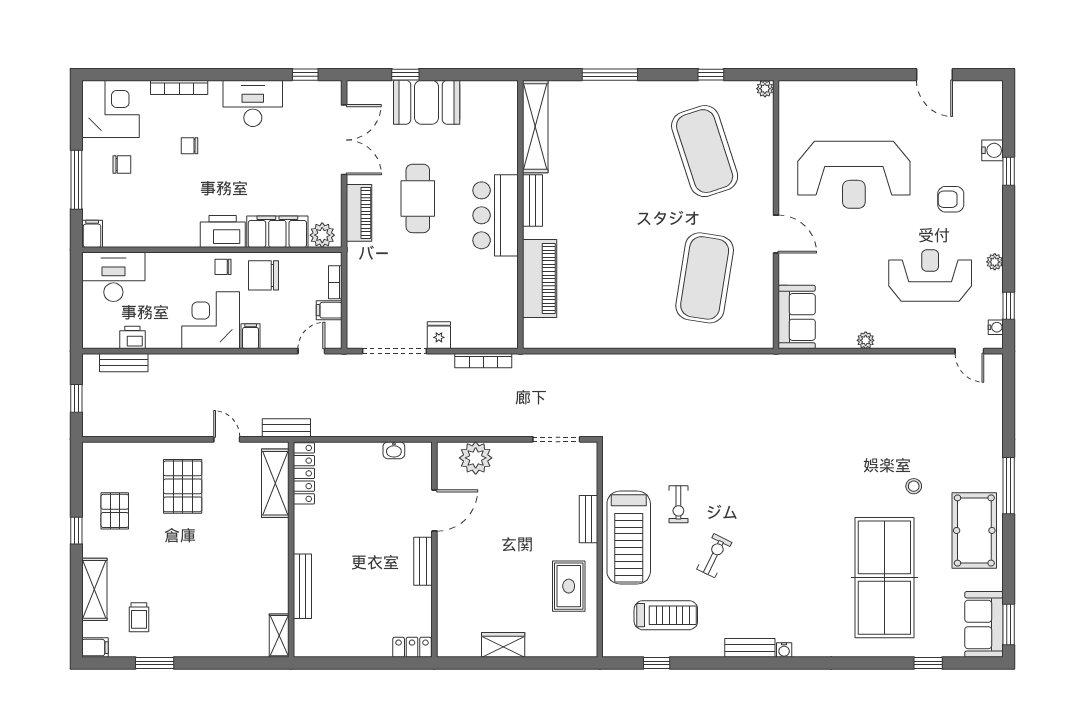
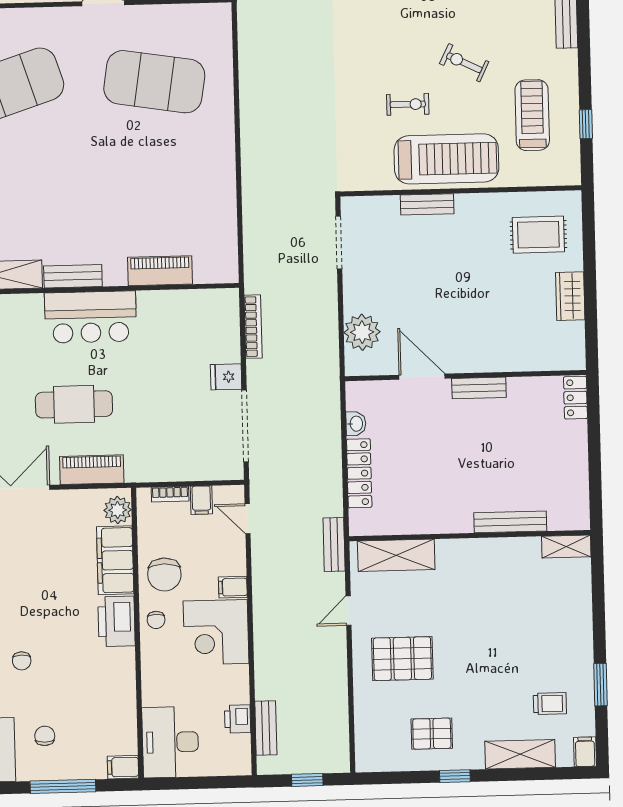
piano: (540, 279) -> (160, 271), width x0.73, depth x0.75
locker: (304, 473) -> (359, 473), moved, turned 90
rug: (569, 586) -> (538, 235), moved

